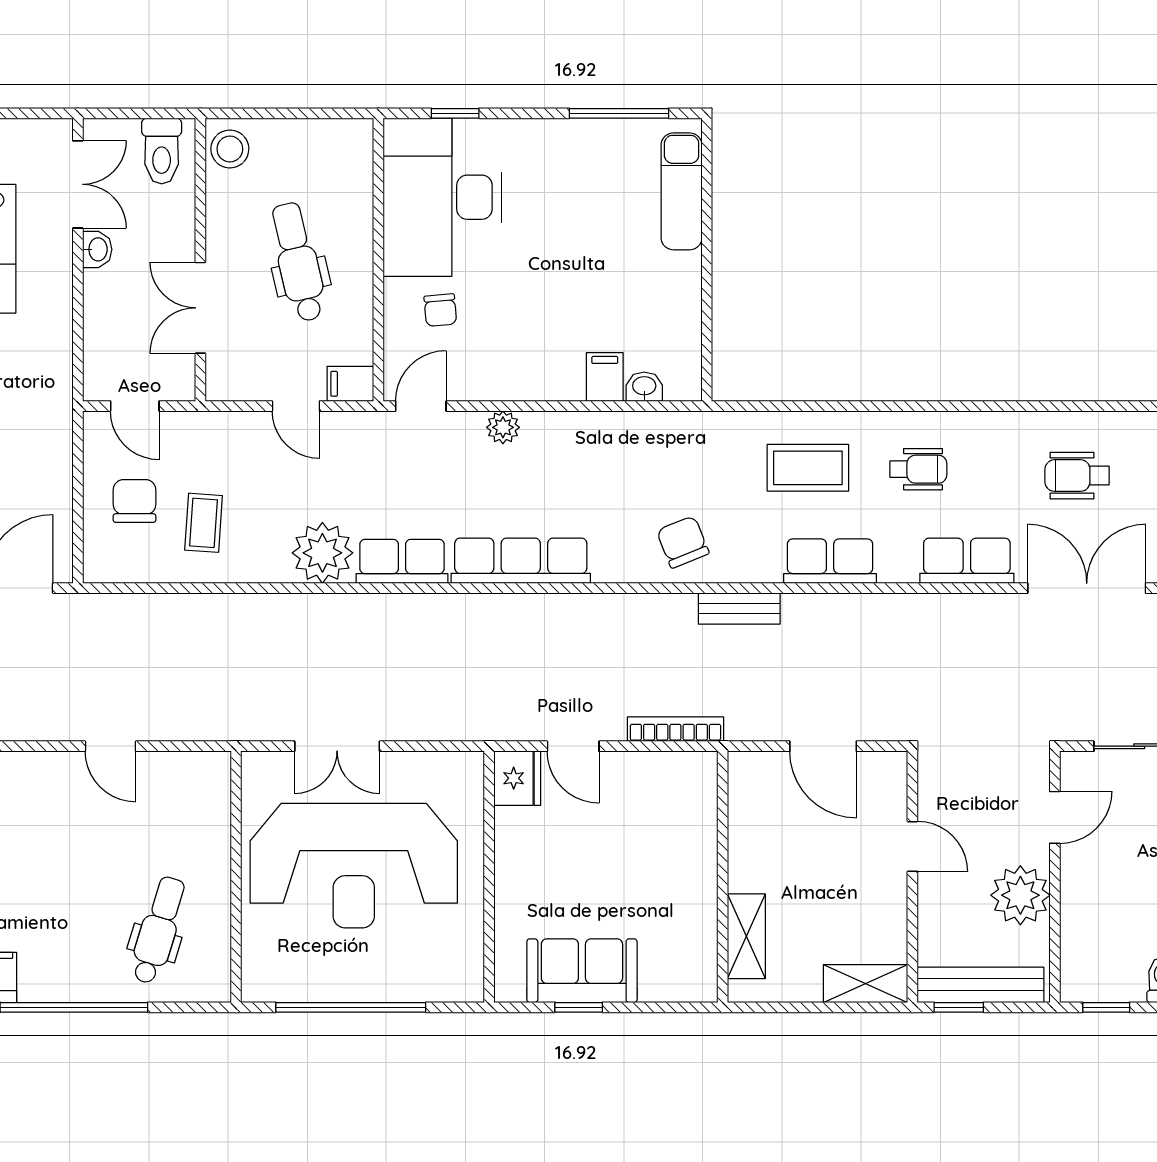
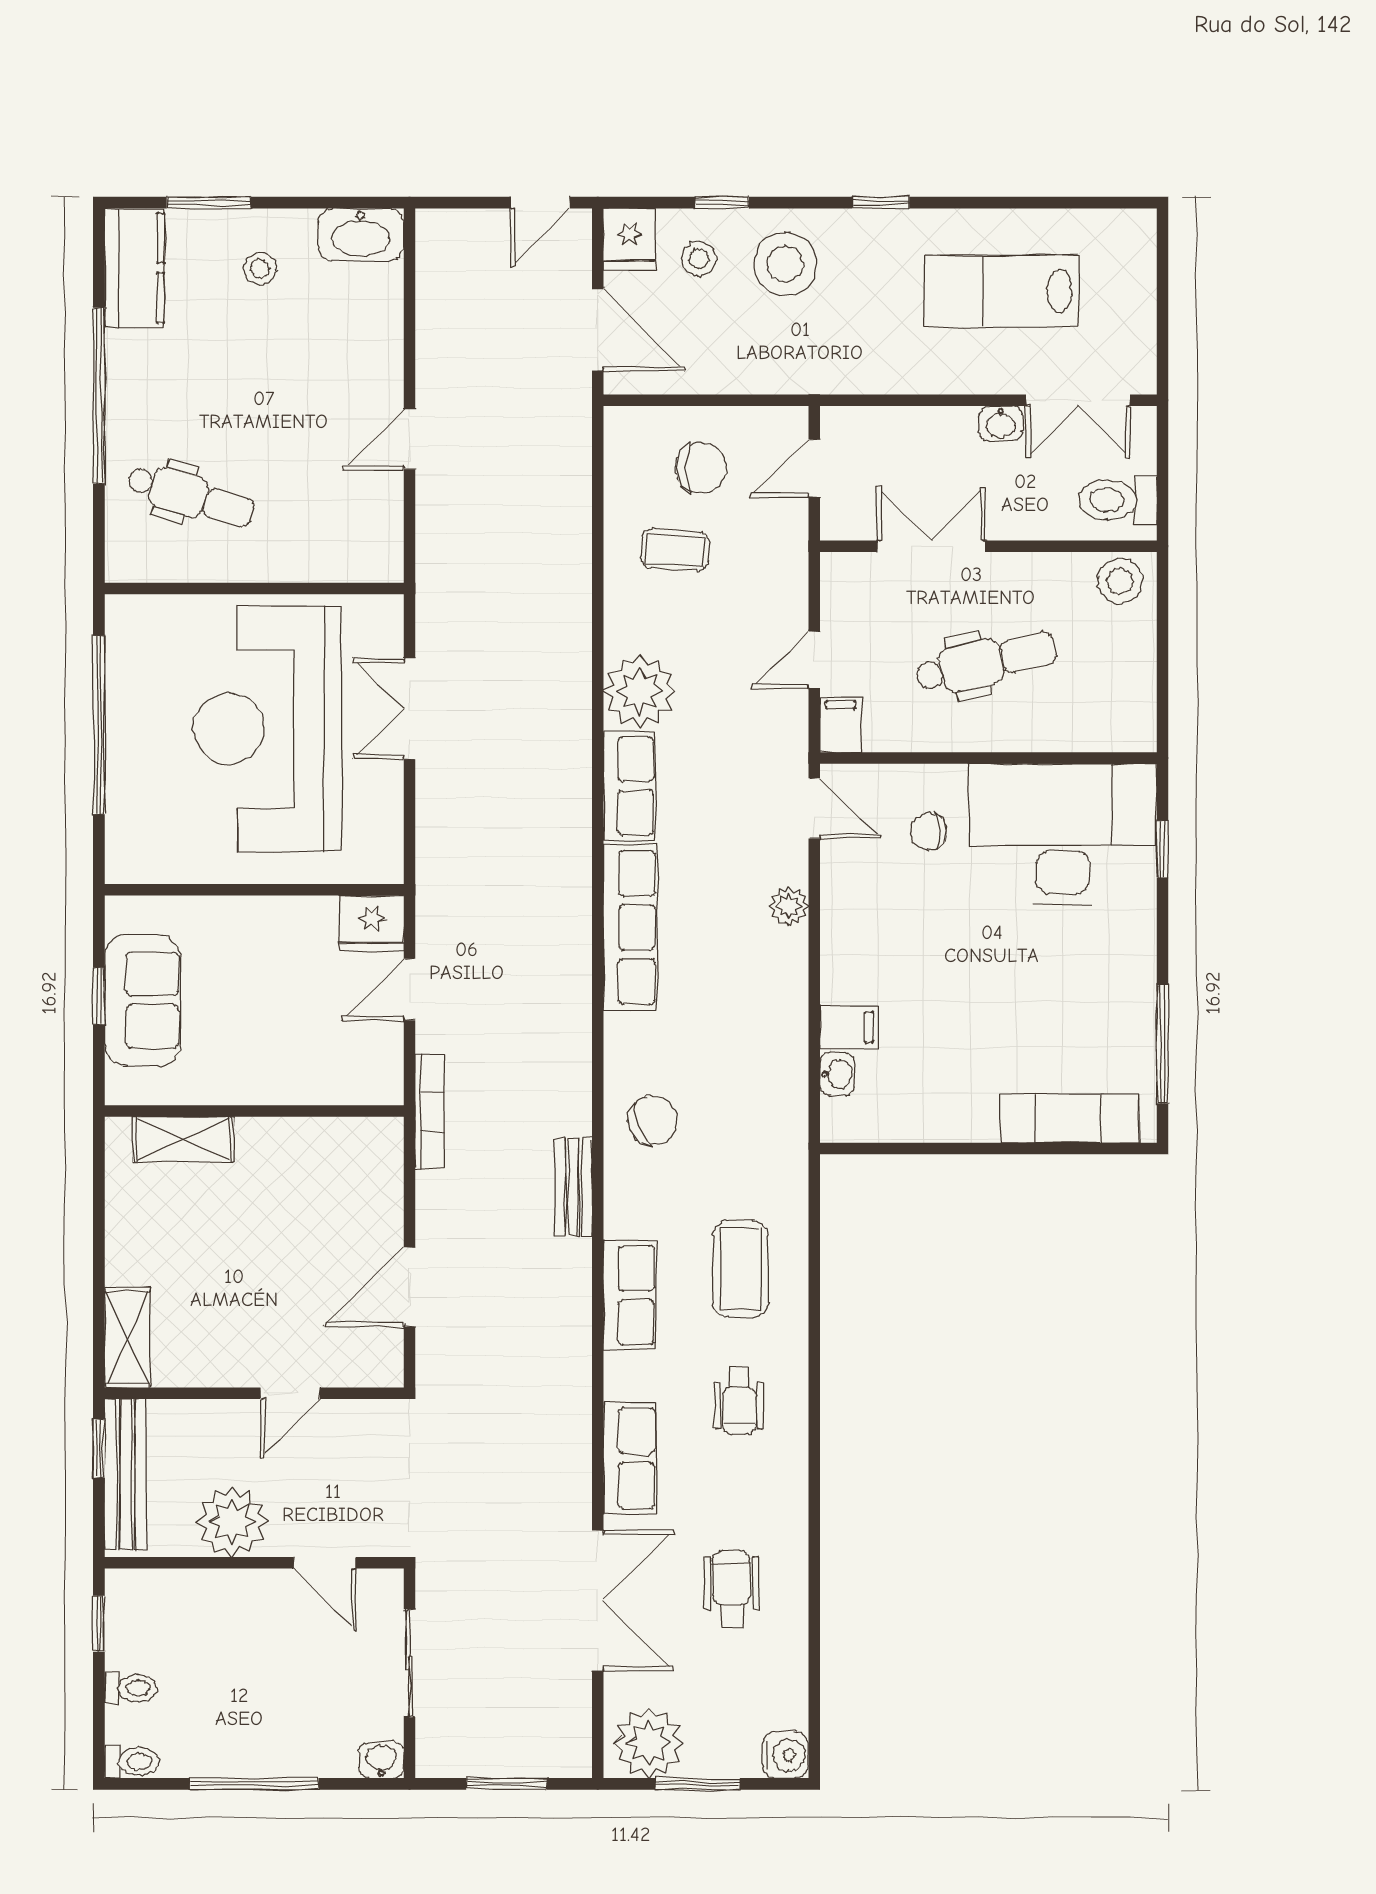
wall: (723, 877) -> (254, 1111), moved
shelving: (746, 936) -> (183, 1139), moved

